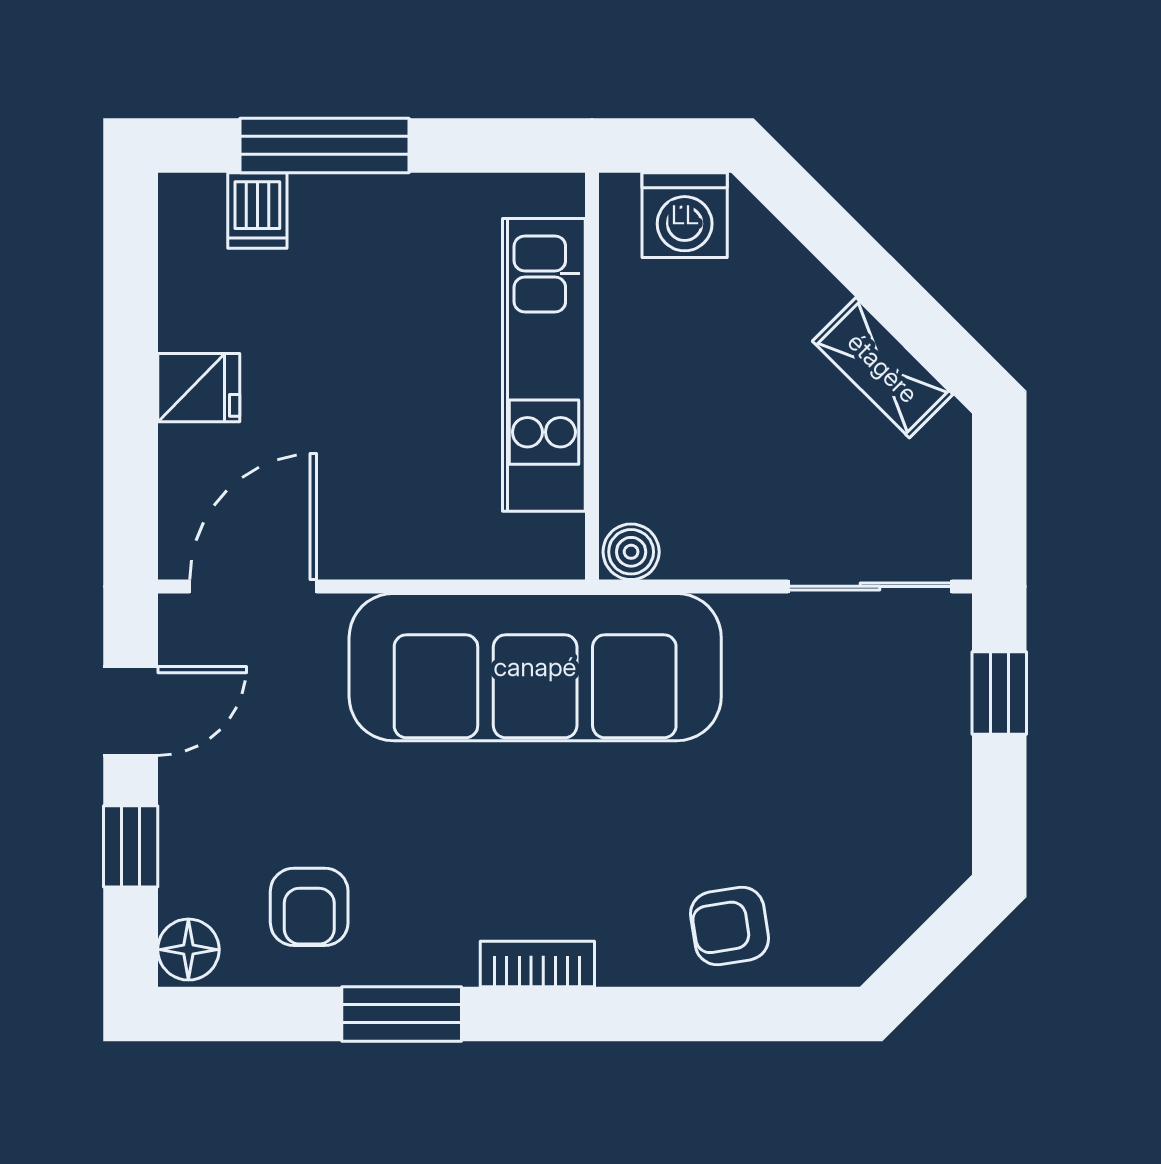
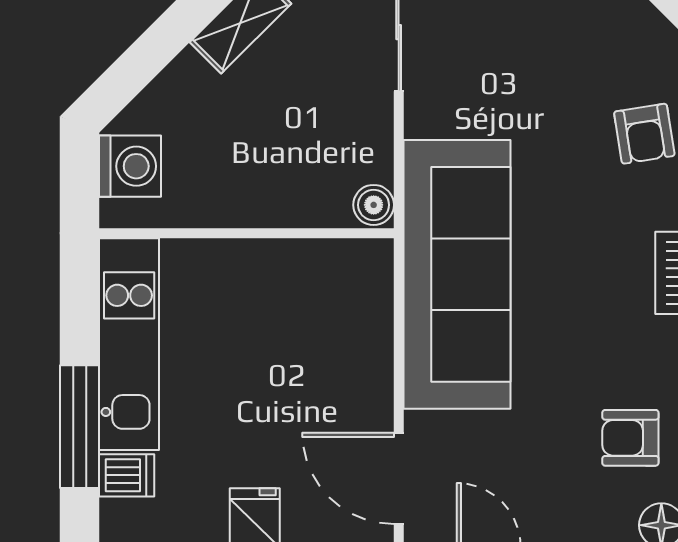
kitchen unit: (544, 365) -> (129, 344), moved, turned -90
armchair: (309, 907) -> (630, 438), turned 180

